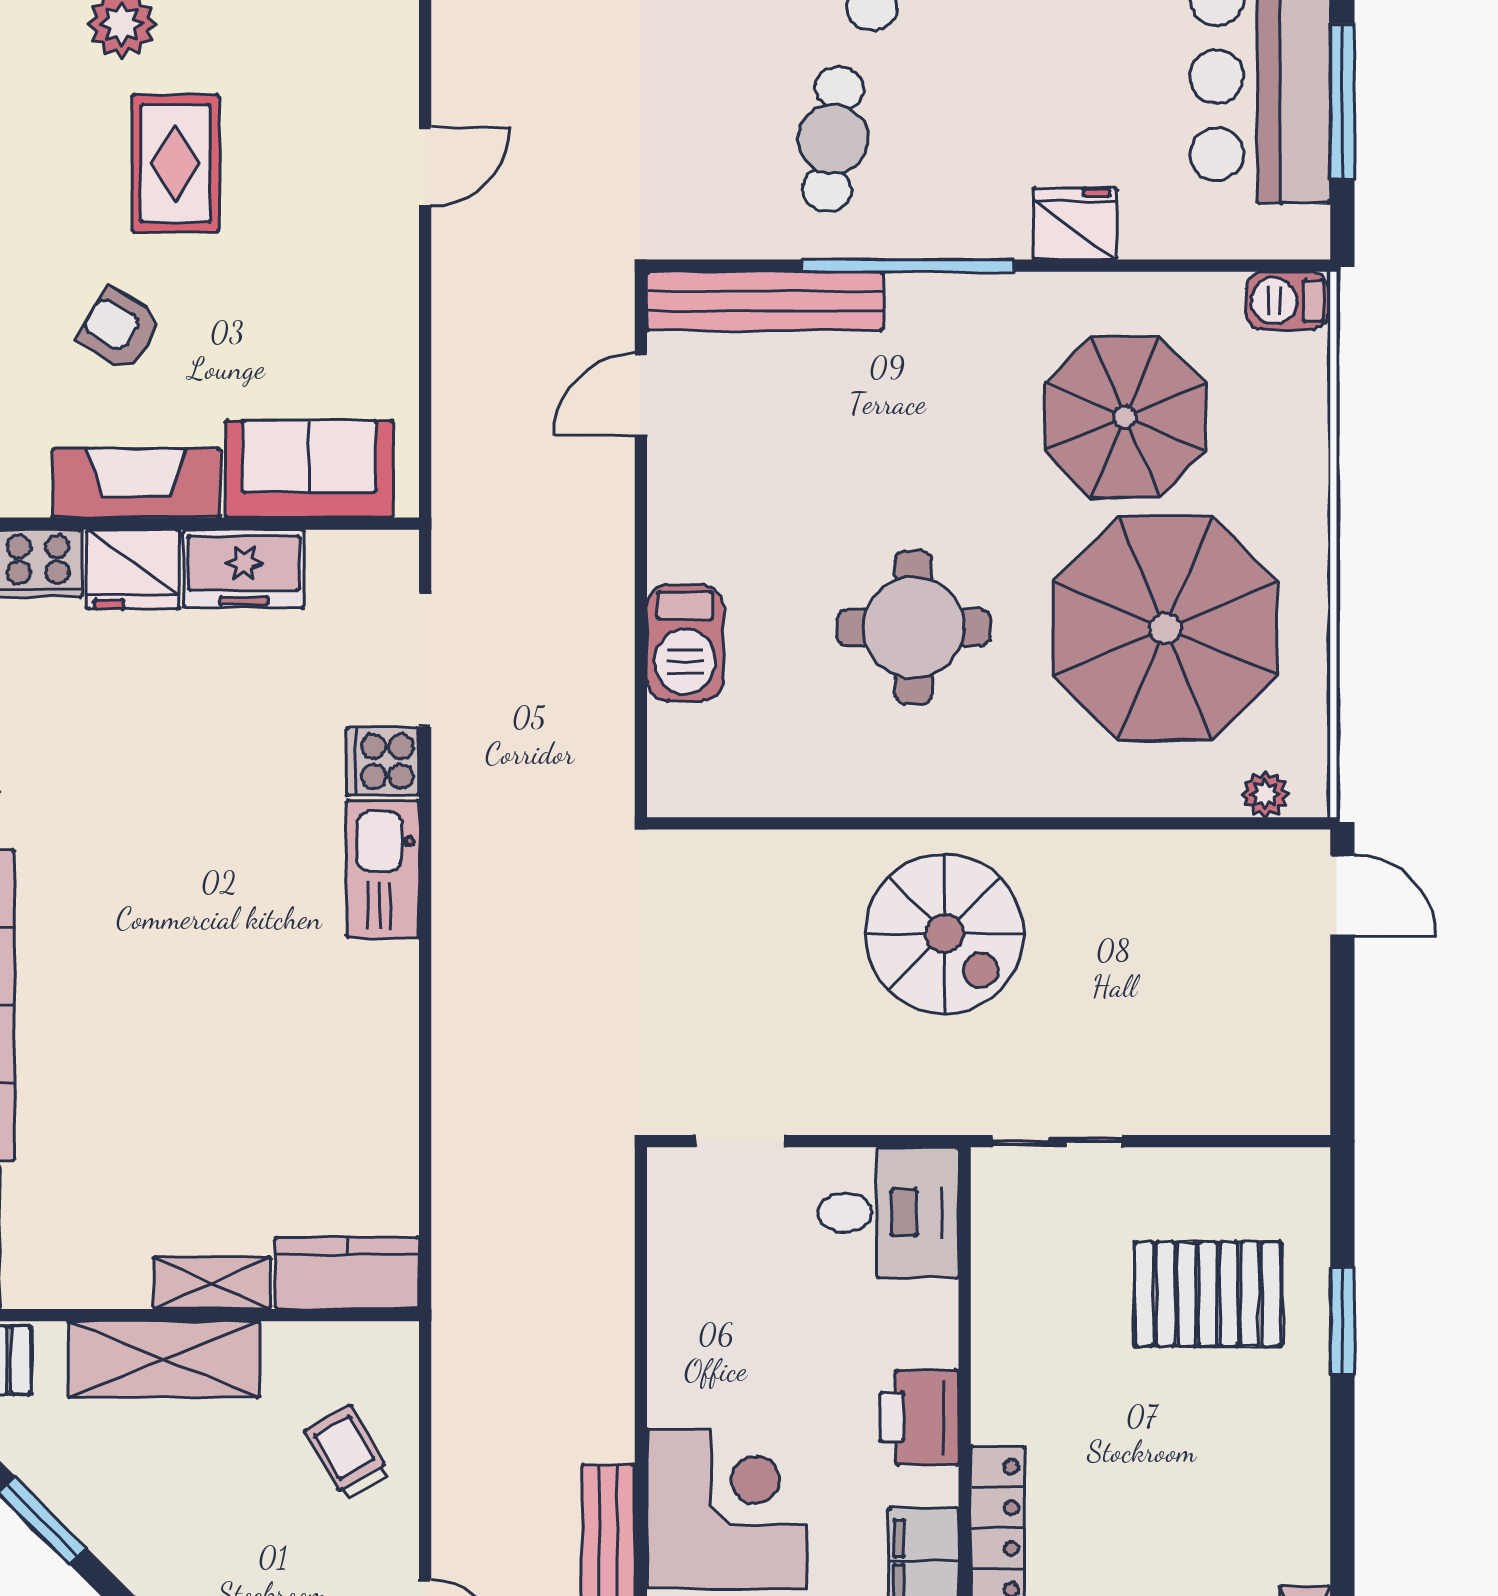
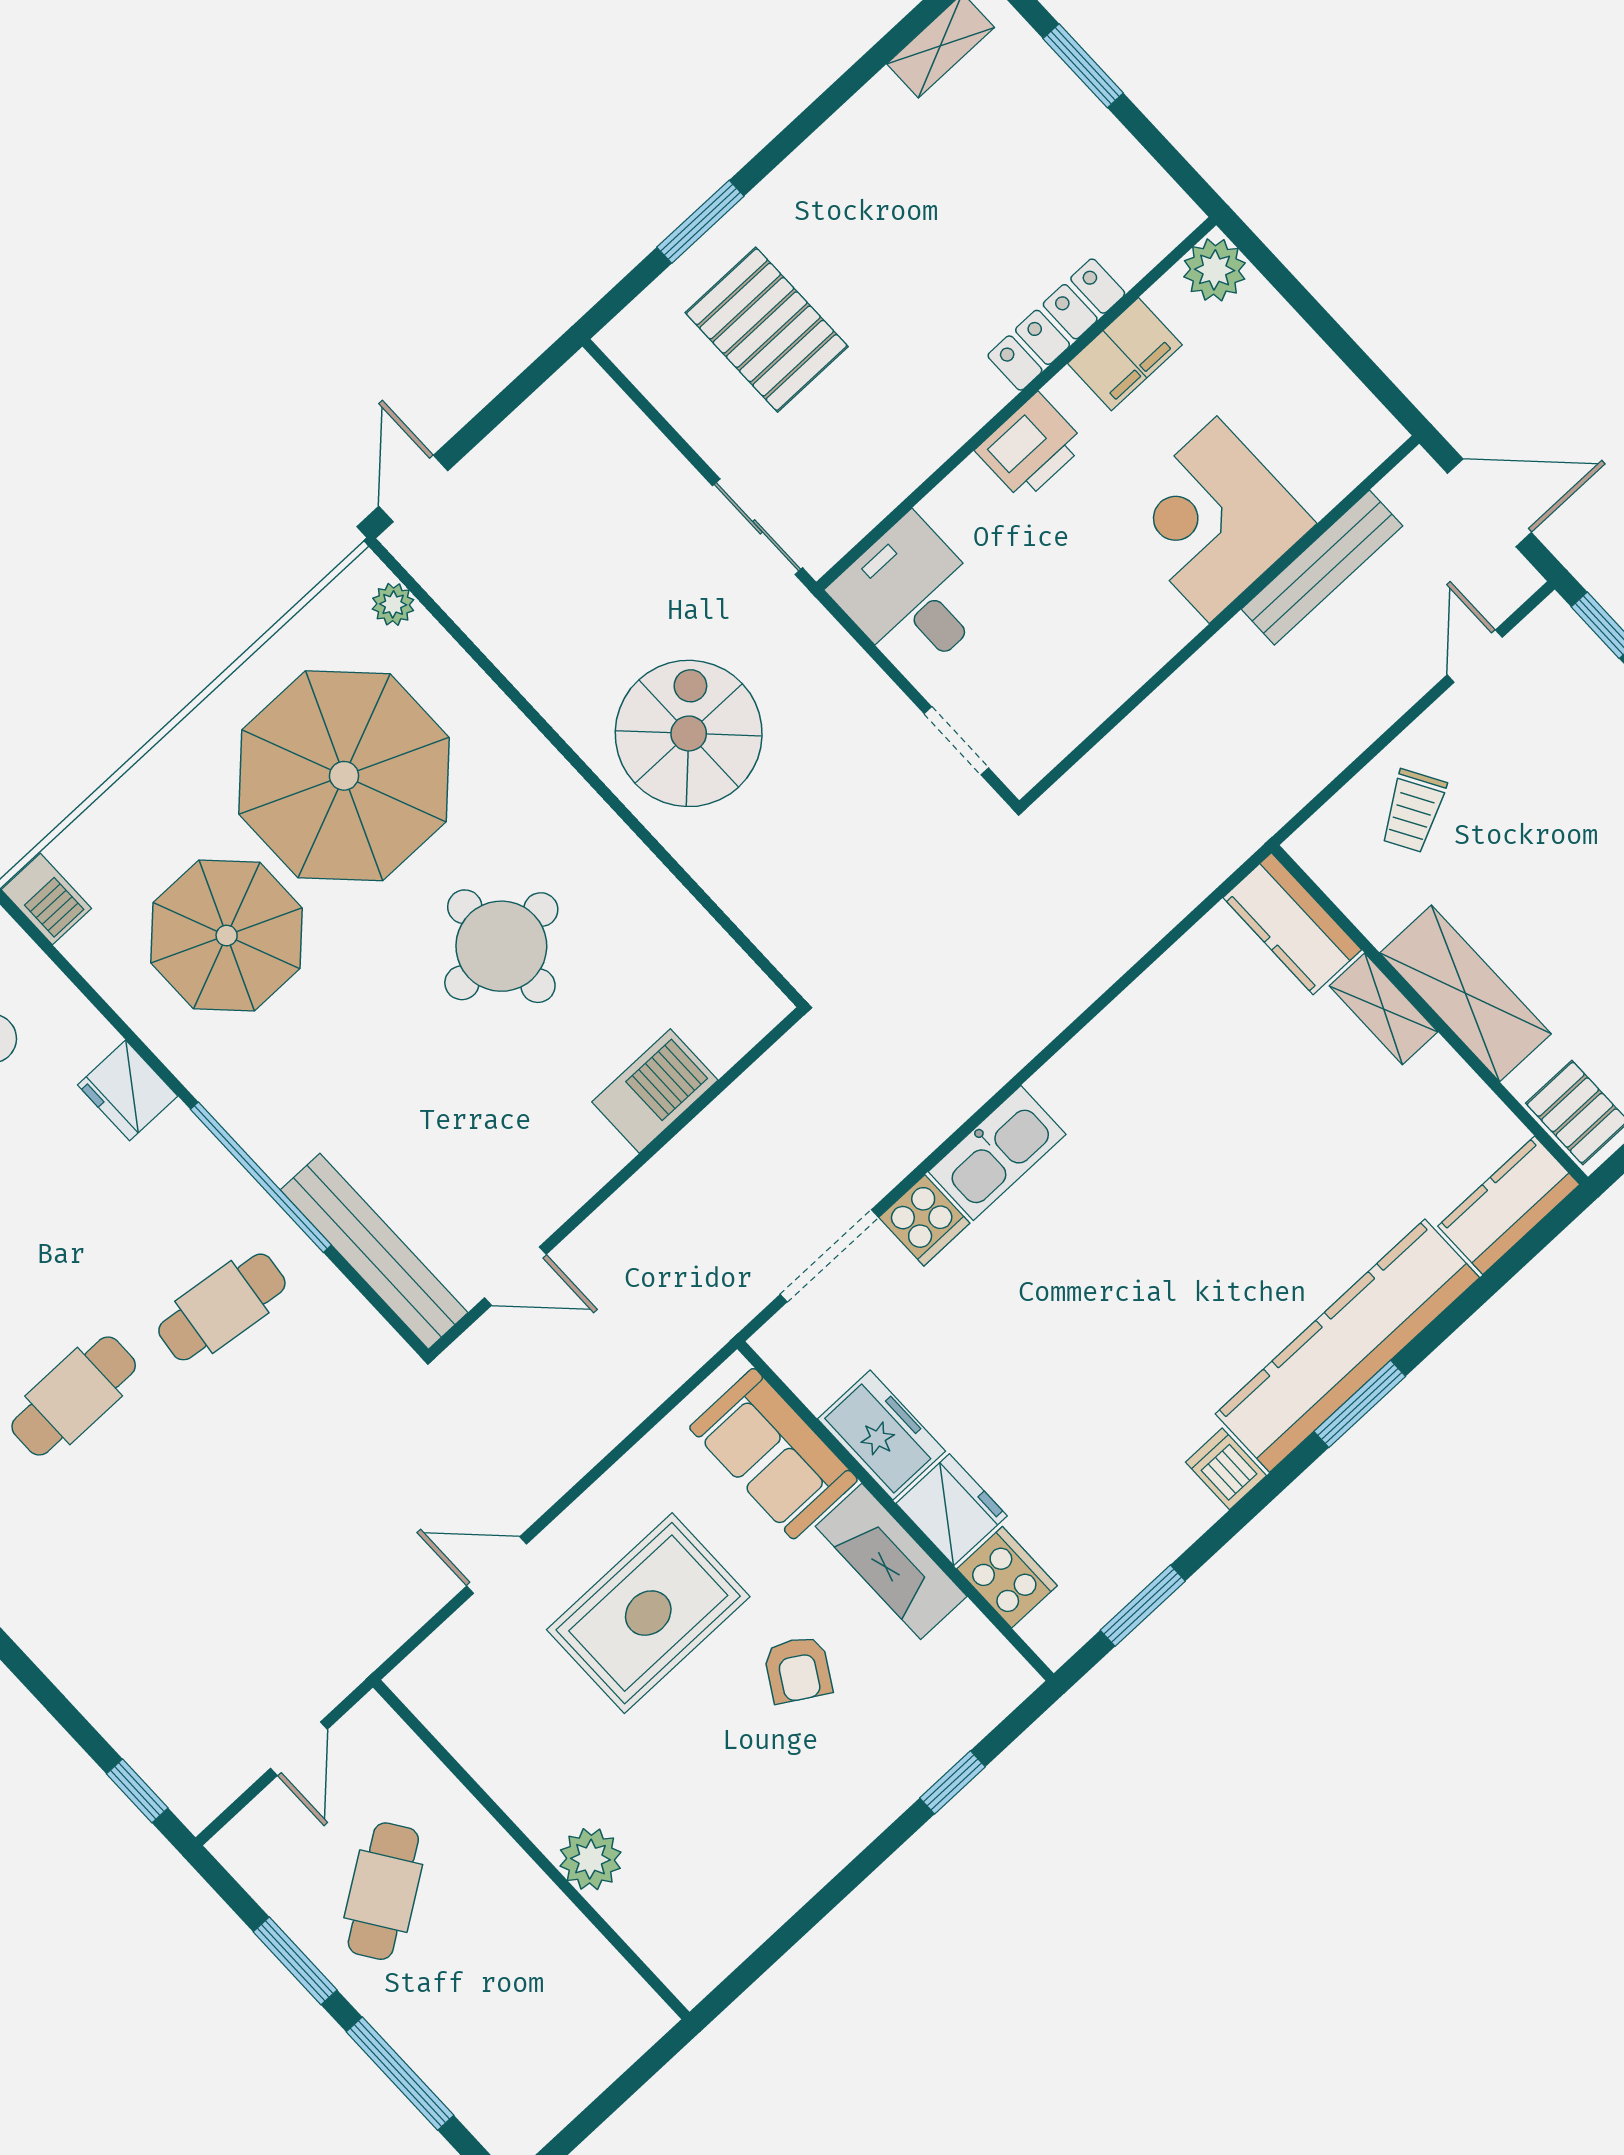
rug: (175, 163) -> (648, 1613), moved, width x1.36, depth x1.43

